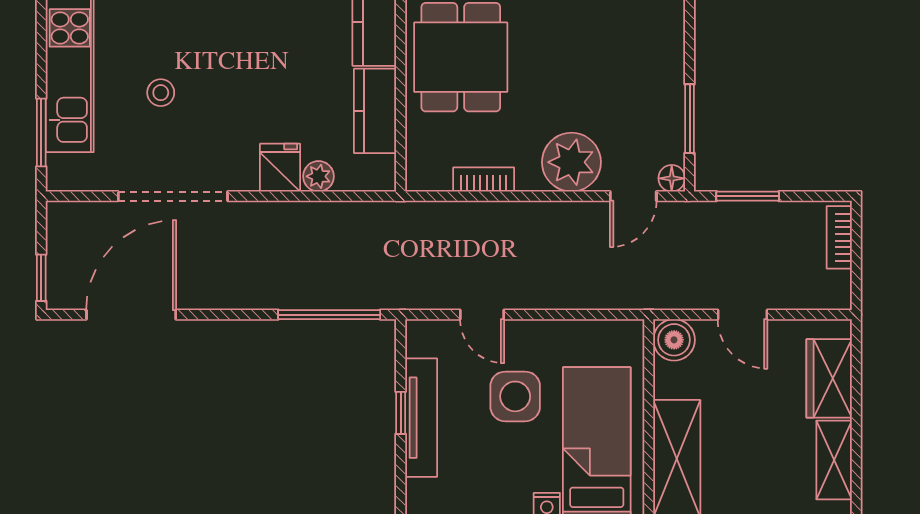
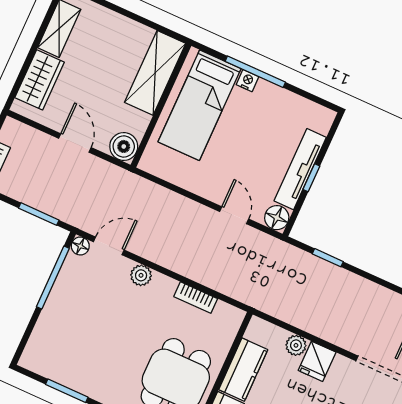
window: (690, 119) -> (53, 278), width x1.44
plant: (571, 162) -> (141, 275), width x0.53, depth x0.53
window: (329, 315) -> (328, 258), width x0.46
floor lamp: (423, 338) -> (277, 218), added
side table: (515, 396) -> (237, 156), removed

